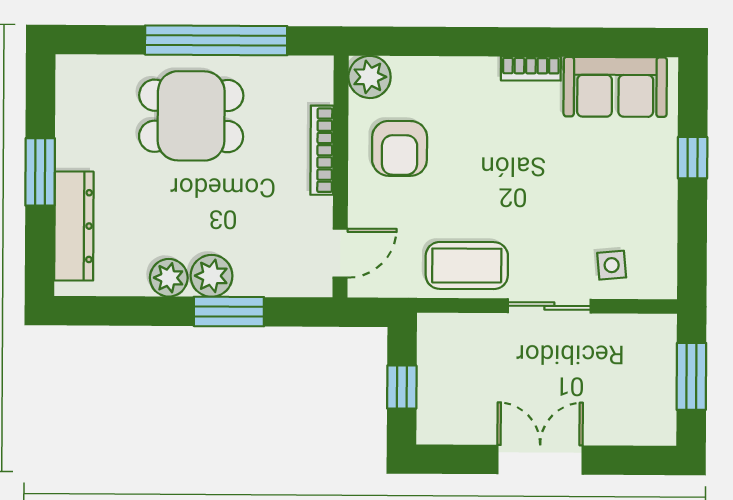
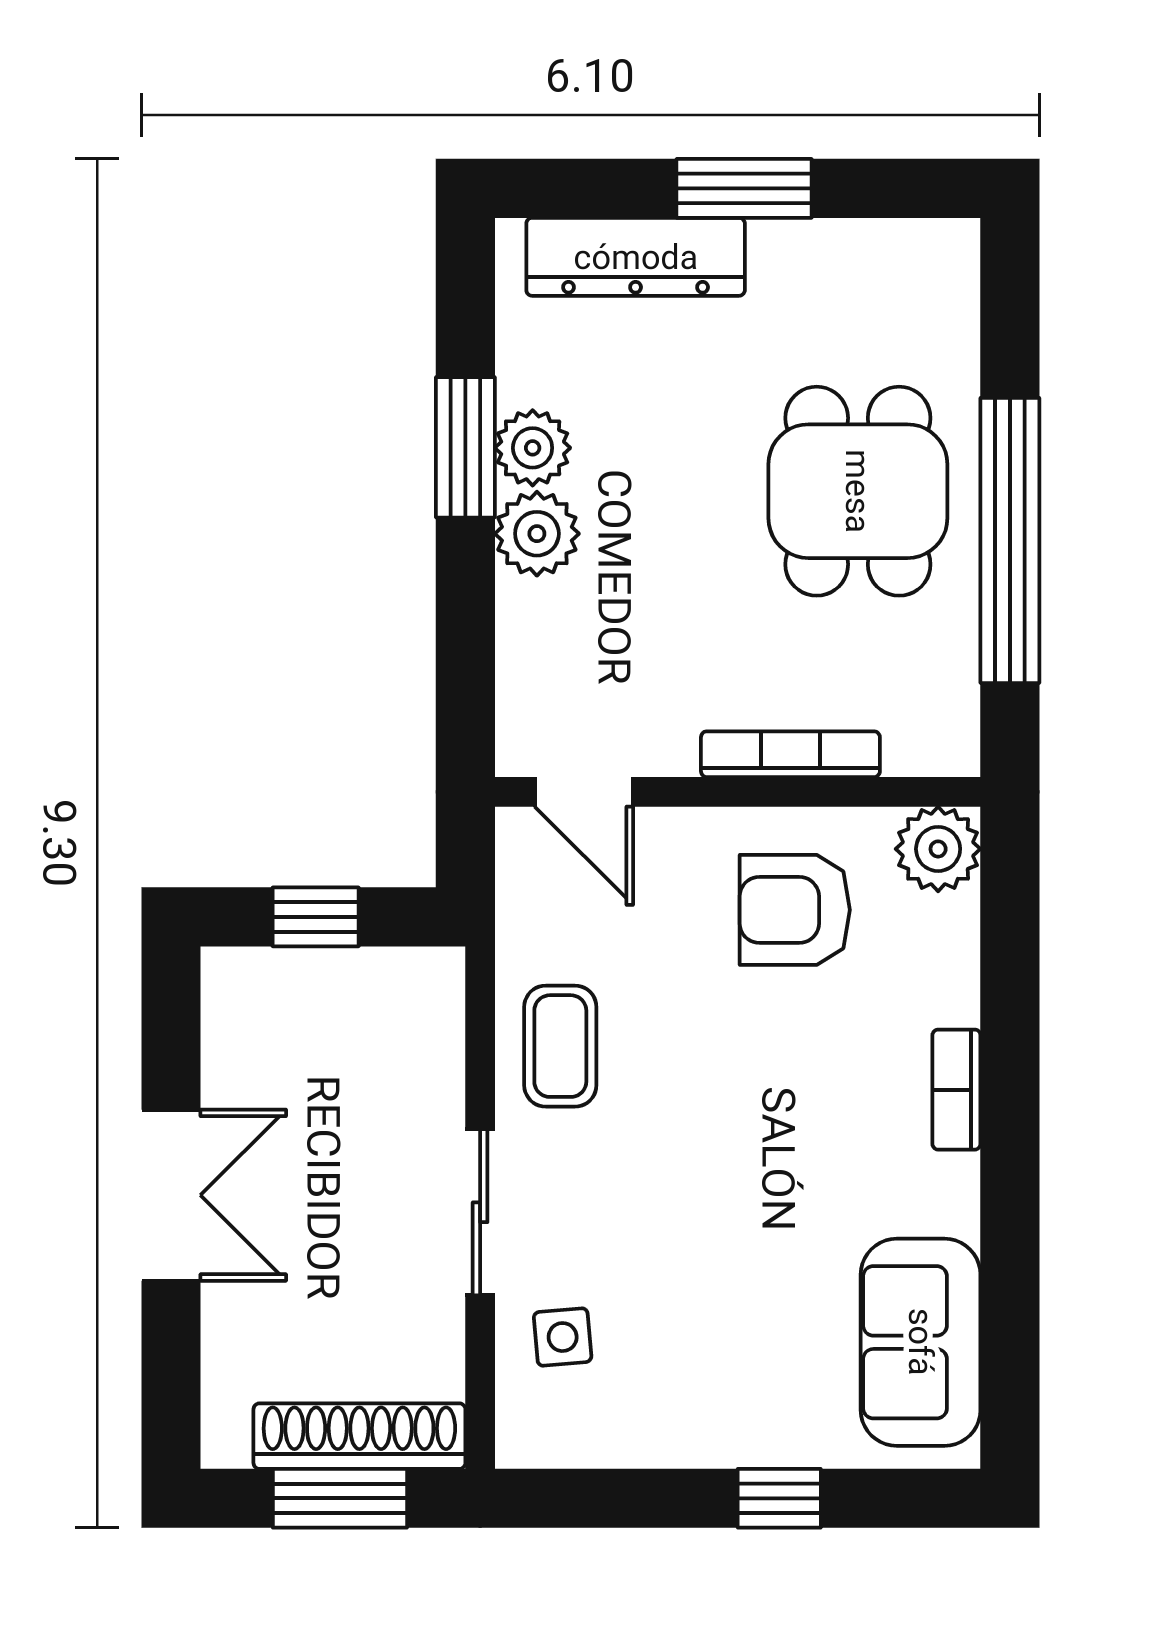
bookcase: (531, 69) -> (956, 1090), moved
coffee table: (467, 266) -> (560, 1046), width x0.73, depth x0.77
window: (229, 312) -> (465, 447), moved
shoe rack: (660, 367) -> (359, 1436), added

